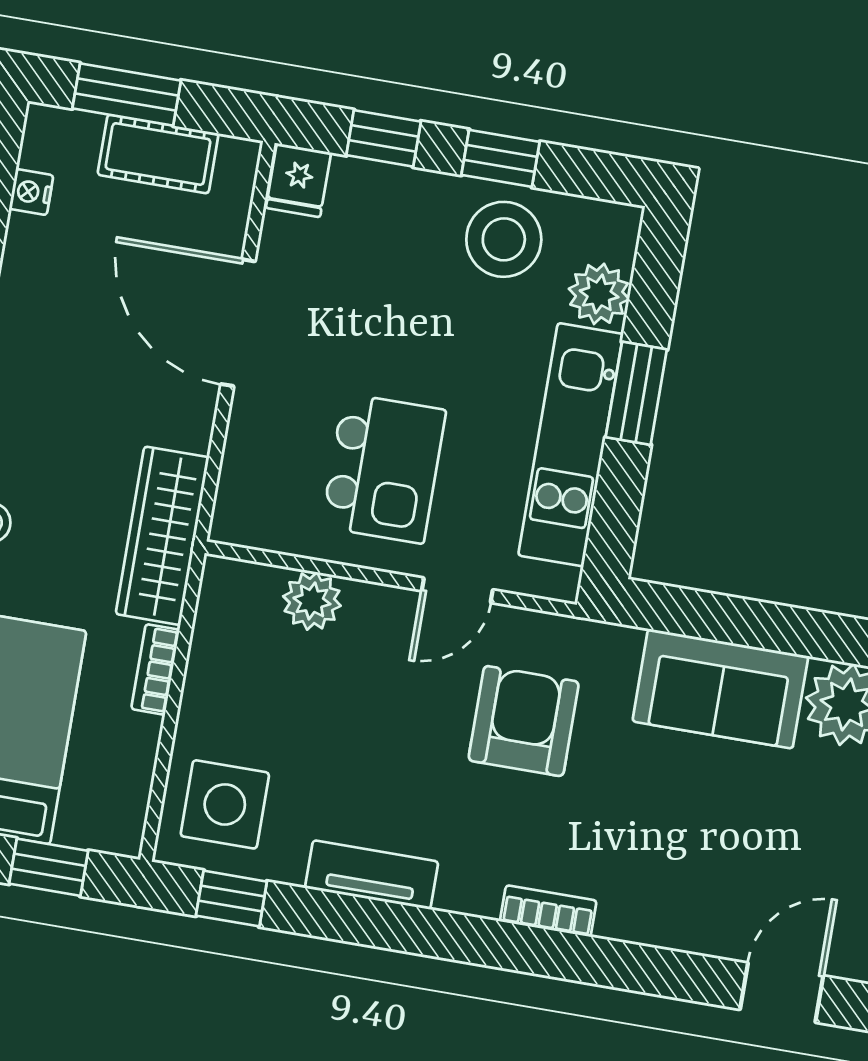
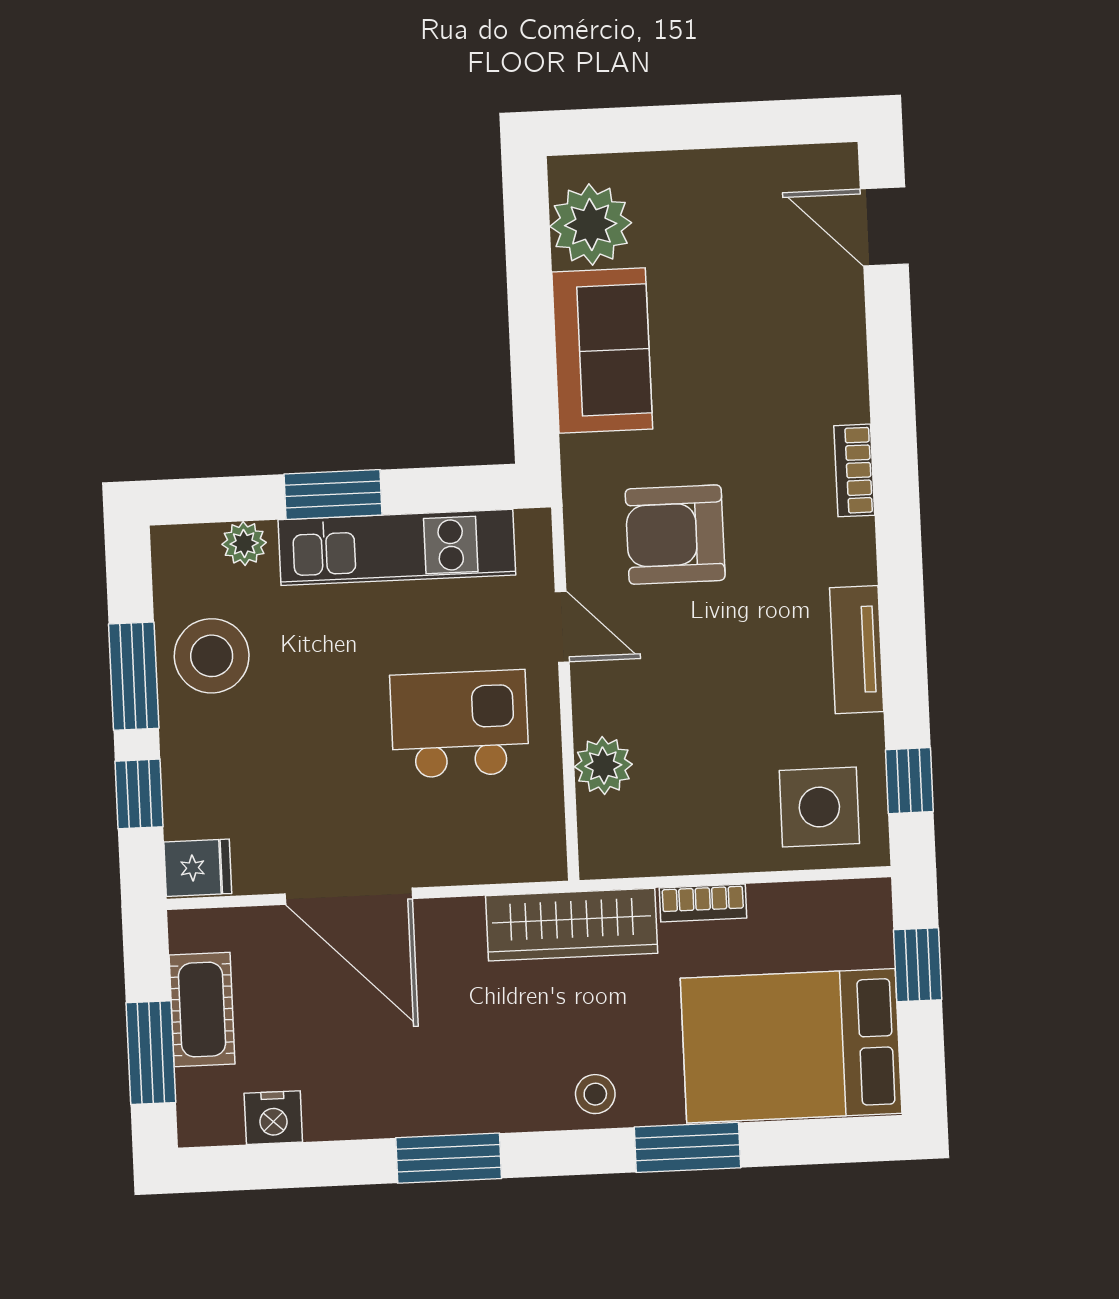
window: (501, 158) -> (134, 676), width x1.50
nightstand: (31, 192) -> (273, 1118), width x1.39, depth x1.35
plant: (599, 294) -> (244, 543), width x0.73, depth x0.73
door: (238, 323) -> (349, 896), hinge flipped

